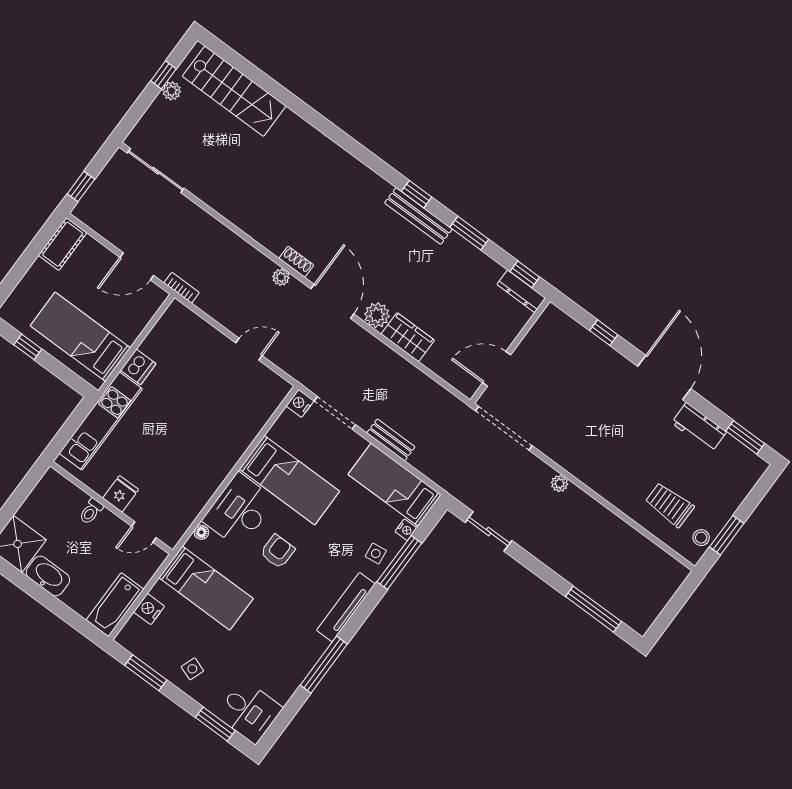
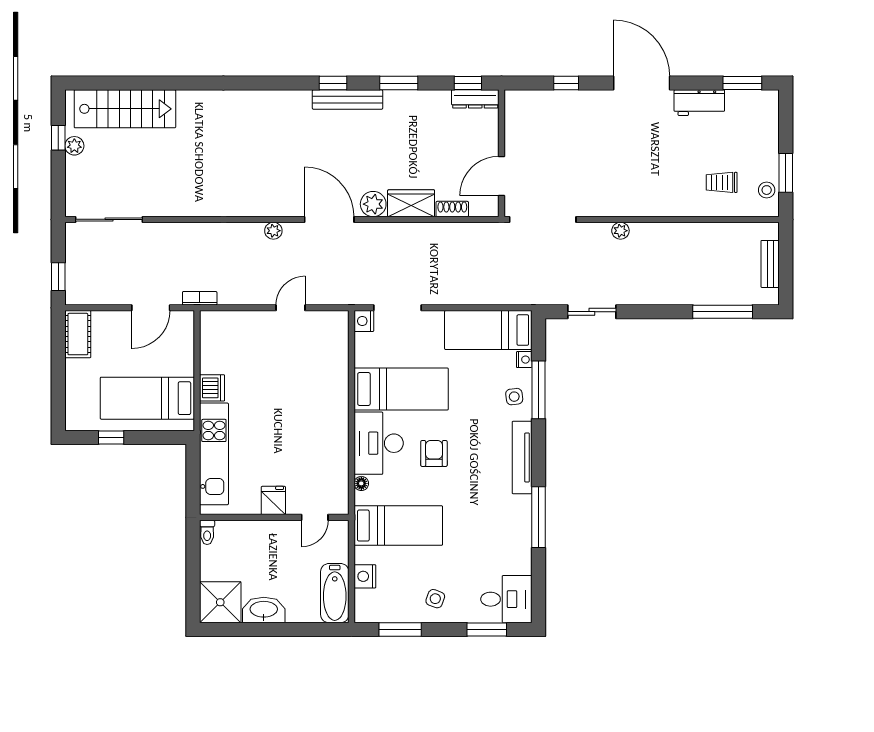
shoe rack: (296, 262) -> (452, 209), moved
bench: (391, 440) -> (770, 264), moved, turned 90
trolley: (670, 505) -> (722, 182), width x0.73, depth x0.72
toilet: (91, 511) -> (207, 532), moved

